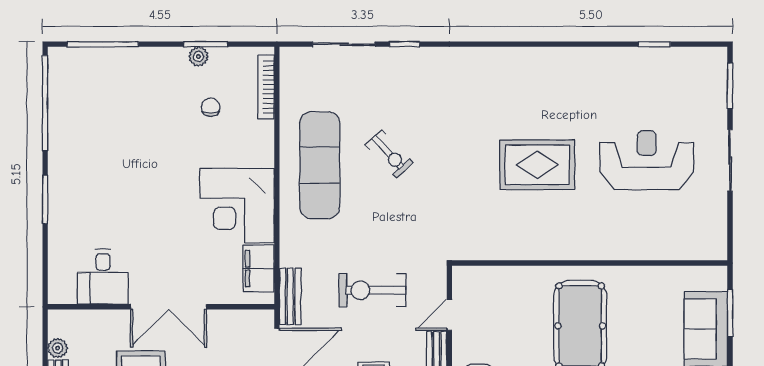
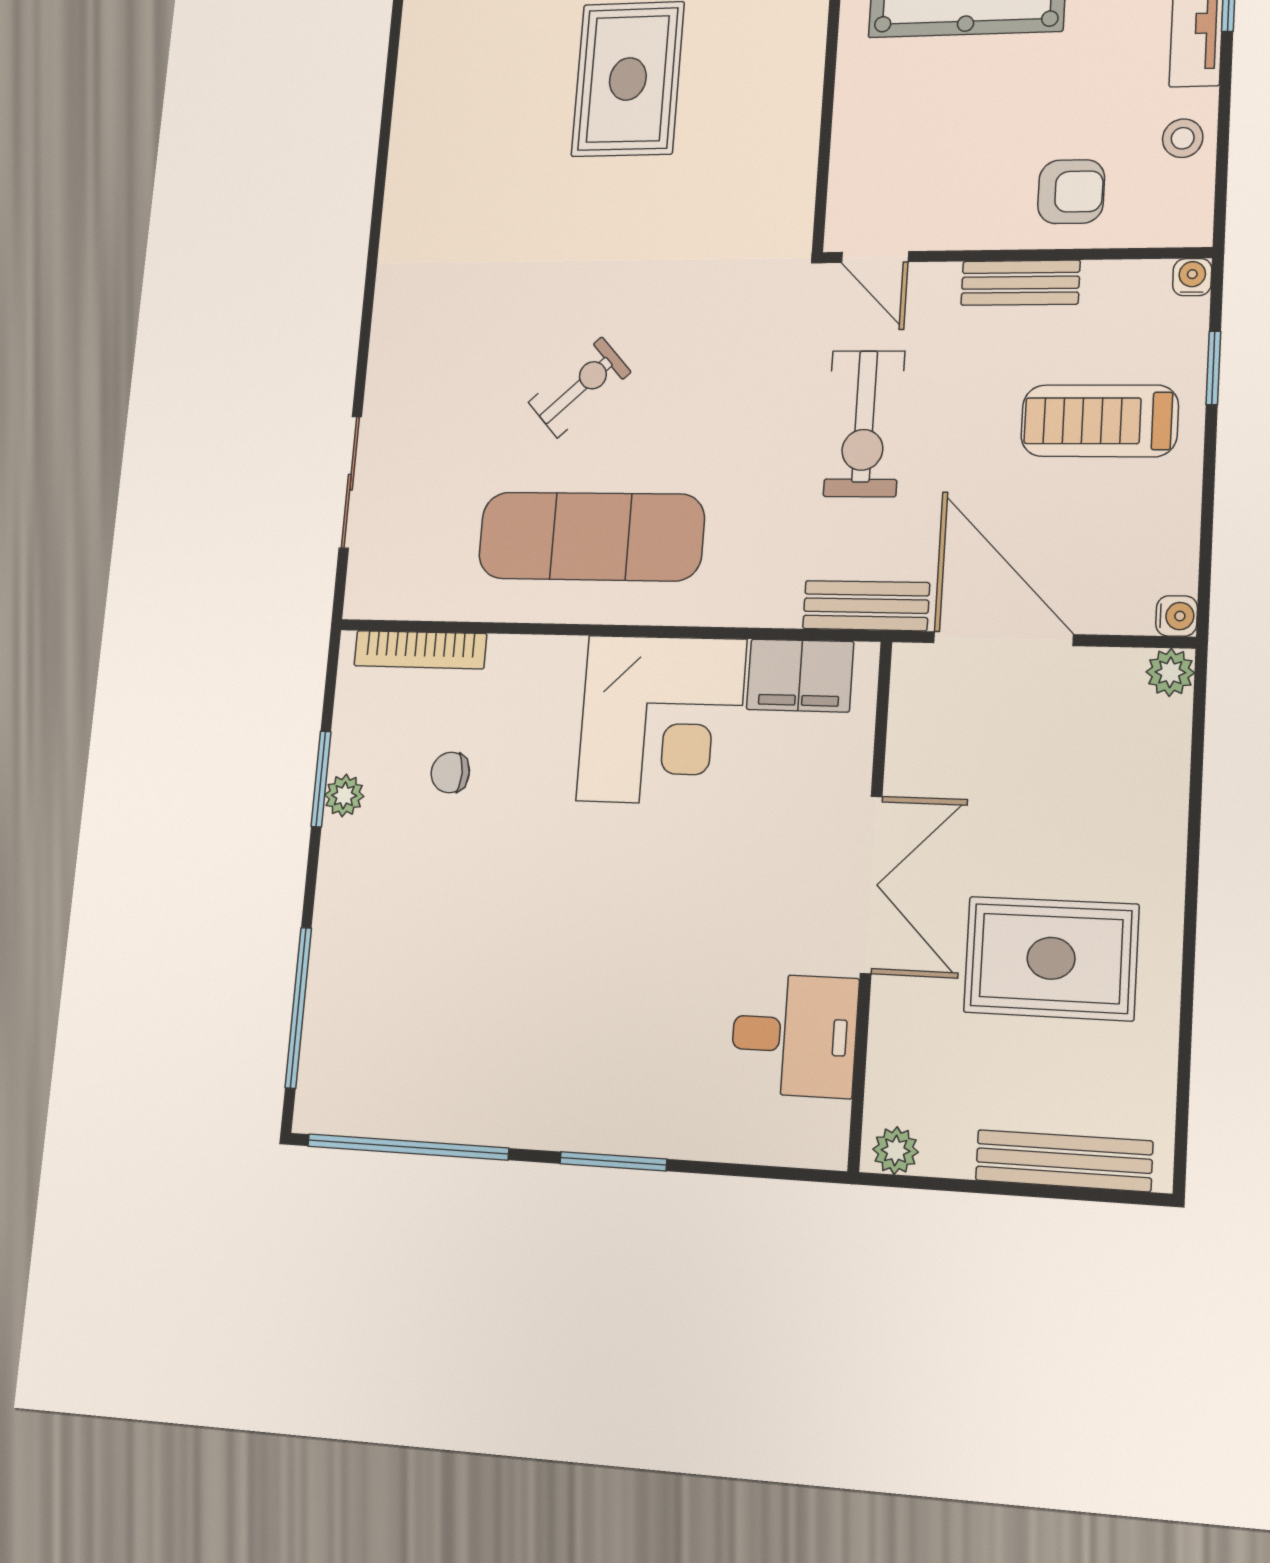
window: (404, 44) -> (363, 356), removed
door: (449, 315) -> (875, 257), moved
plant: (58, 348) -> (896, 1151), moved

